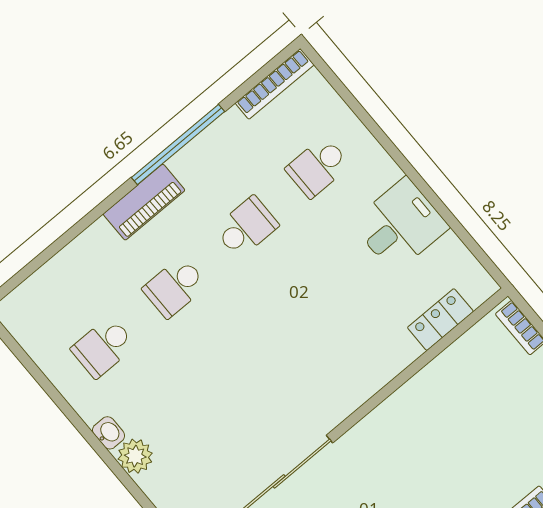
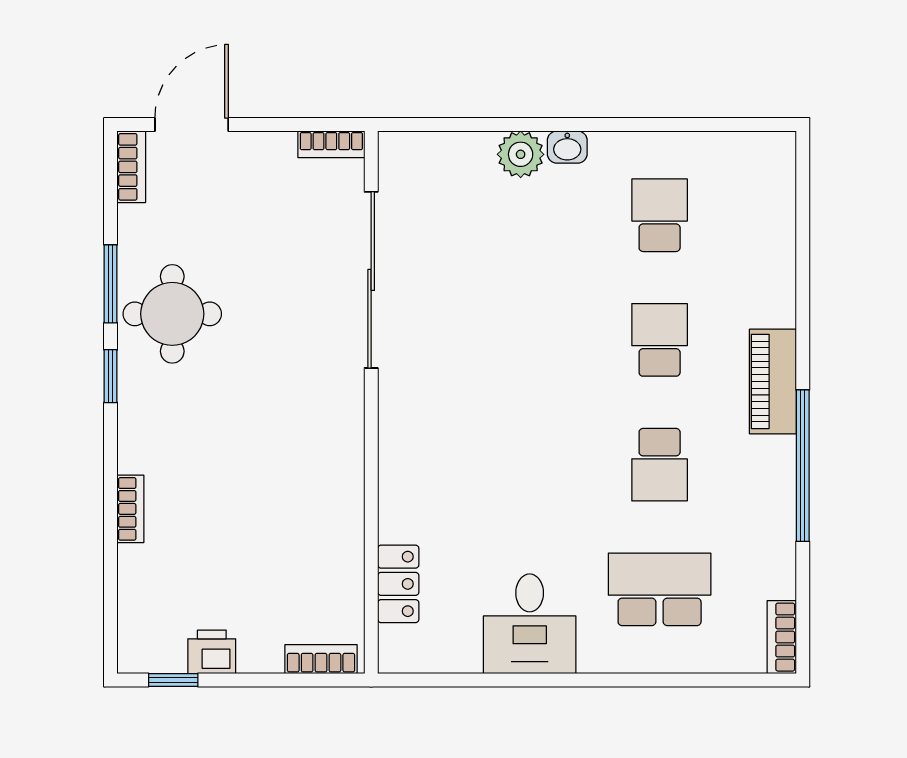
bookcase: (275, 84) -> (782, 637), width x0.64
school desk: (318, 167) -> (660, 589), width x1.85

